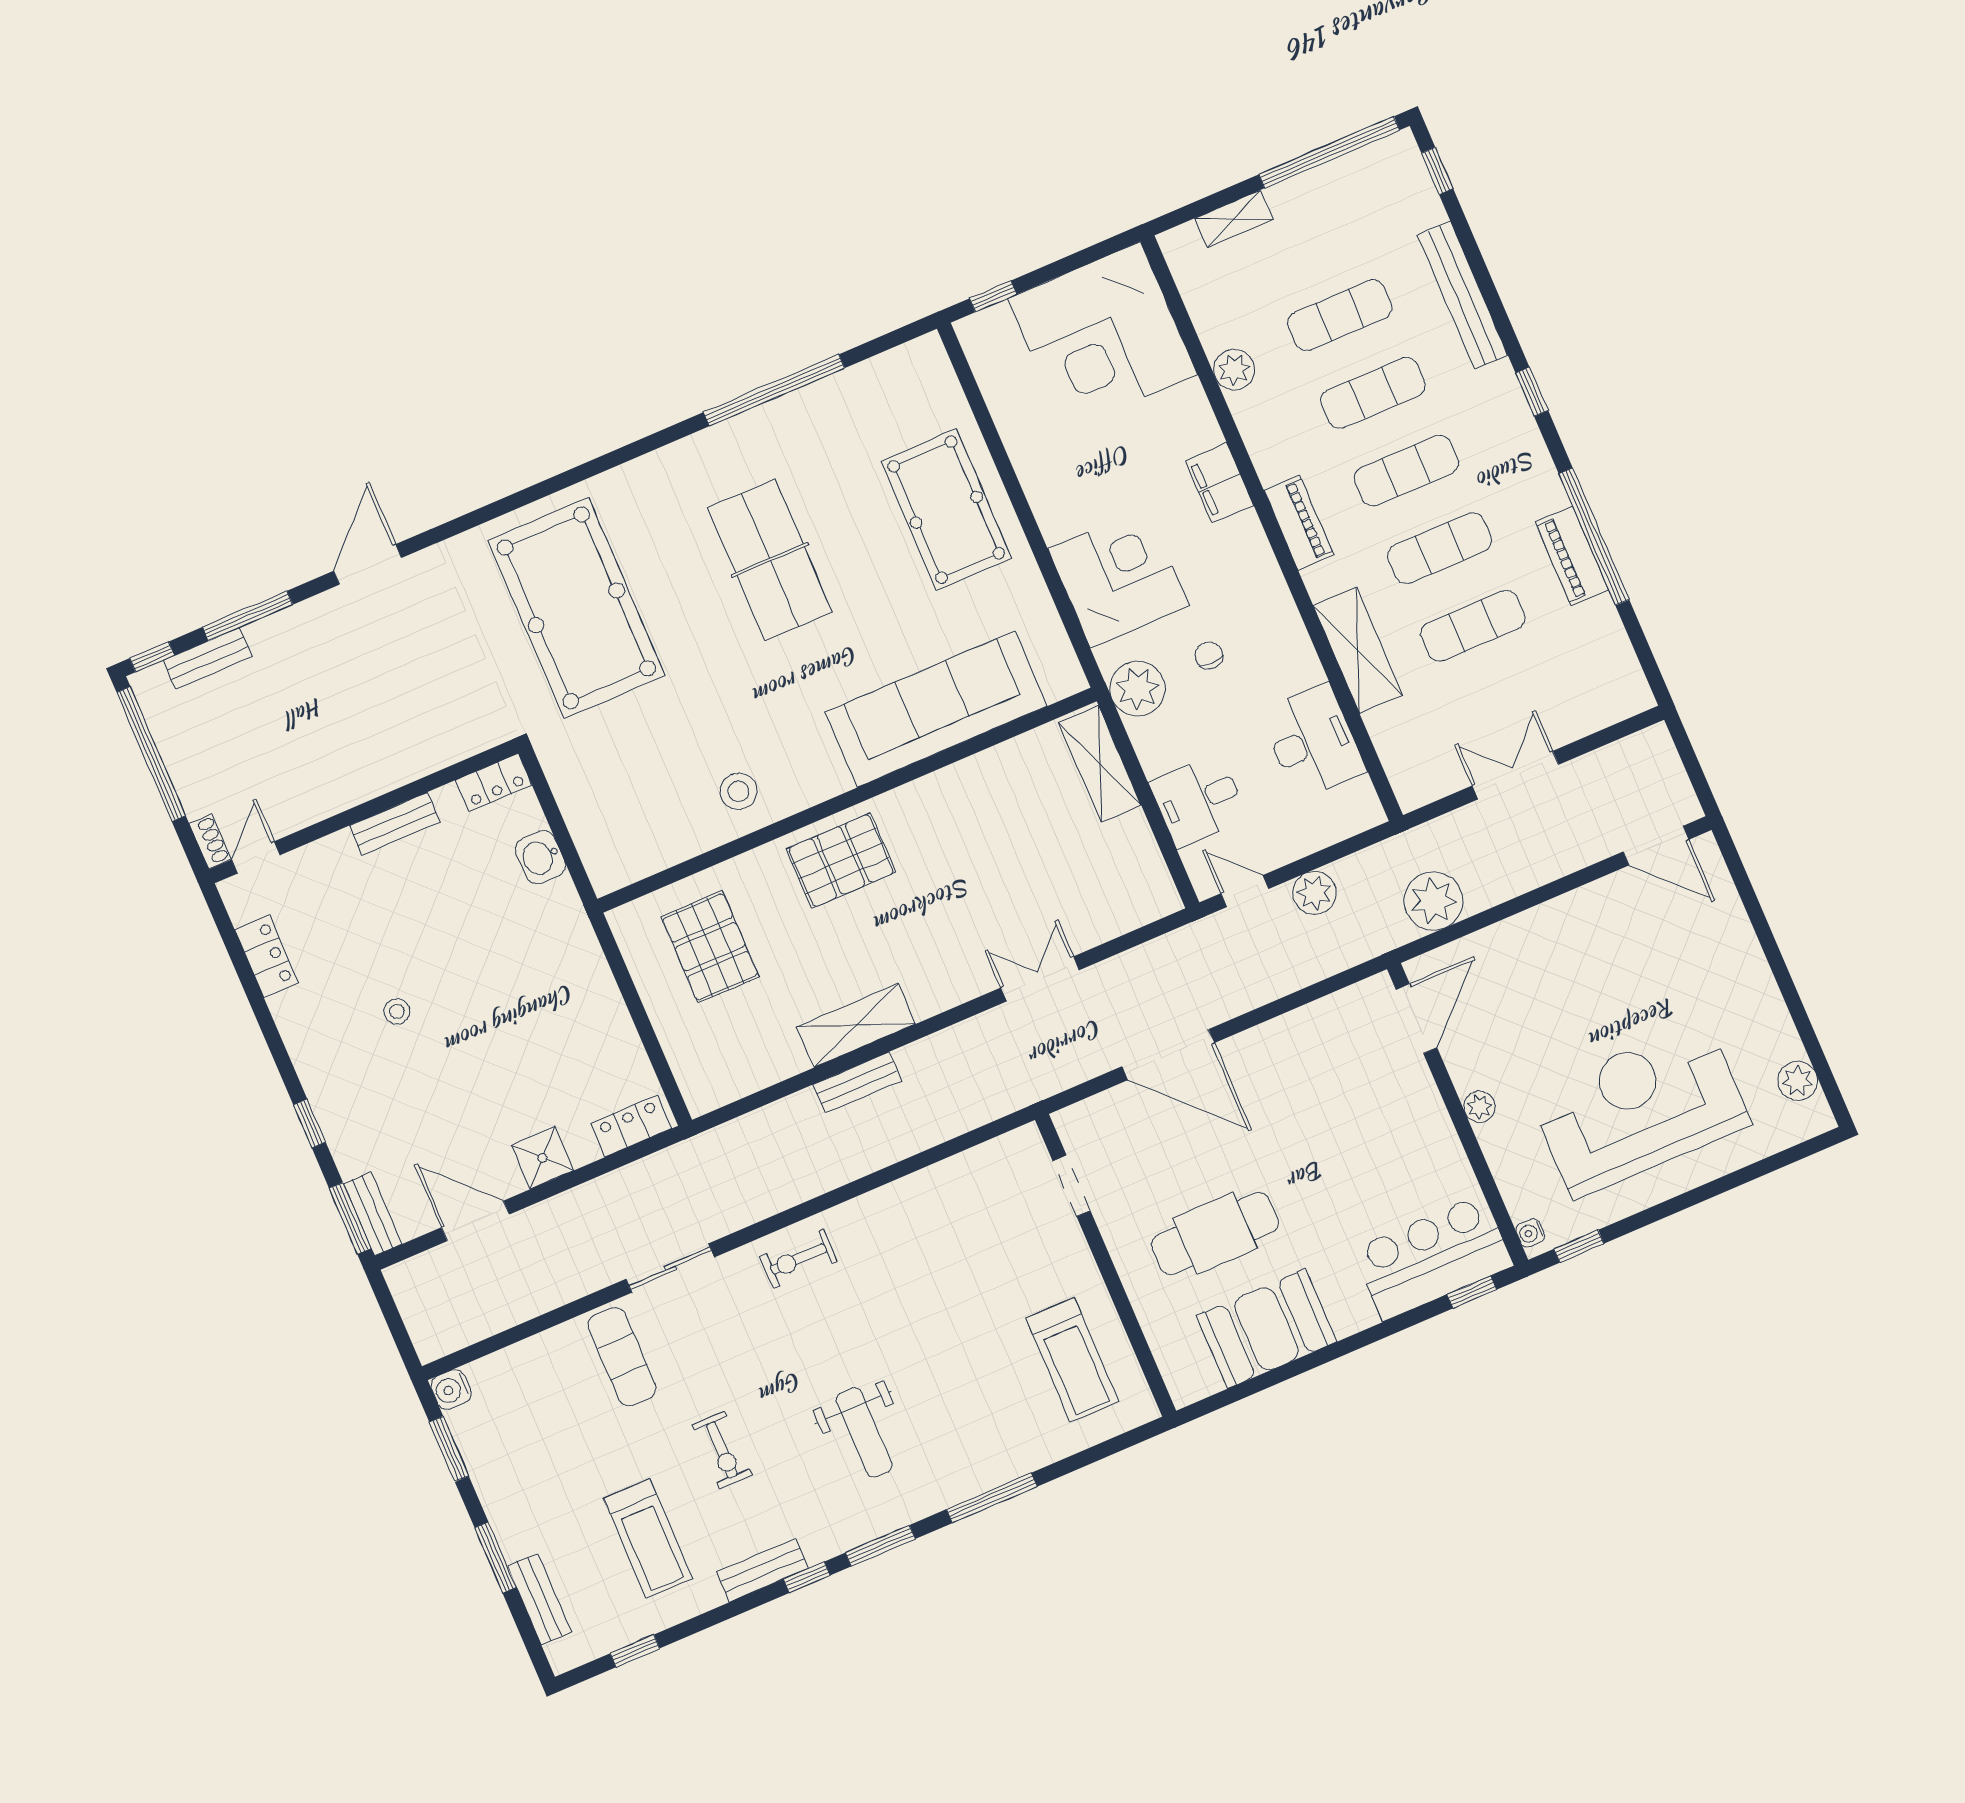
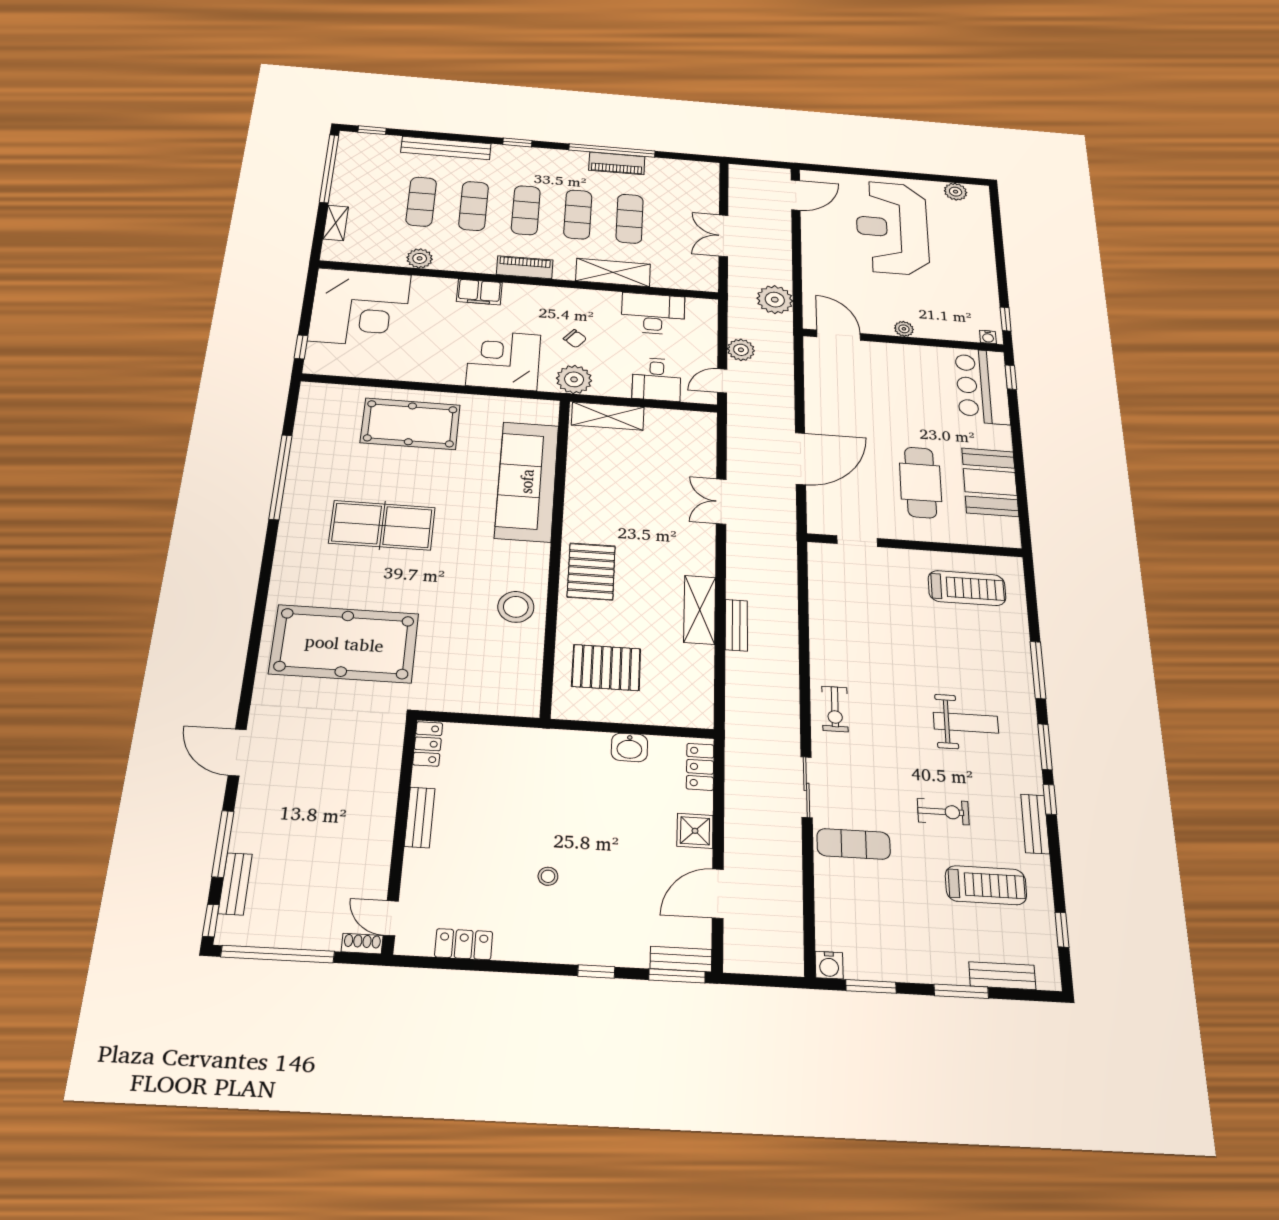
chair: (1209, 655) -> (575, 339), turned -141
stool: (738, 791) -> (516, 607), width x1.38, depth x1.38
washbasin: (540, 857) -> (629, 747), moved
reception desk: (1640, 1109) -> (892, 228), moved

